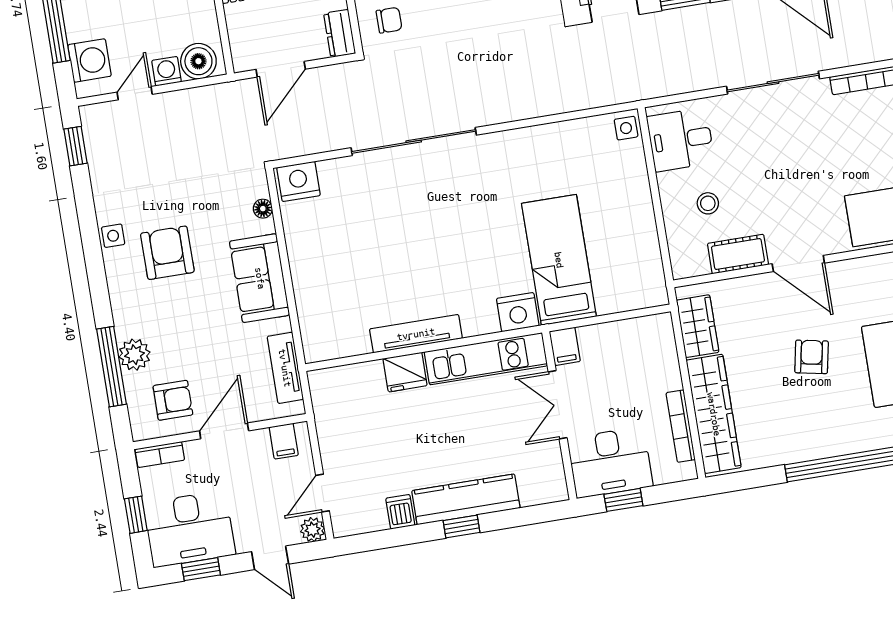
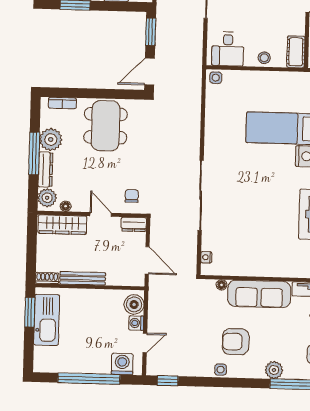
door: (135, 93) -> (145, 343), swing flipped
nightstand: (298, 181) -> (206, 257), width x0.53, depth x0.56
stool: (708, 203) -> (264, 58), moved
cot: (738, 254) -> (296, 52), moved
sofa: (260, 278) -> (259, 294), width x1.36
plant: (135, 355) -> (274, 370), moved

